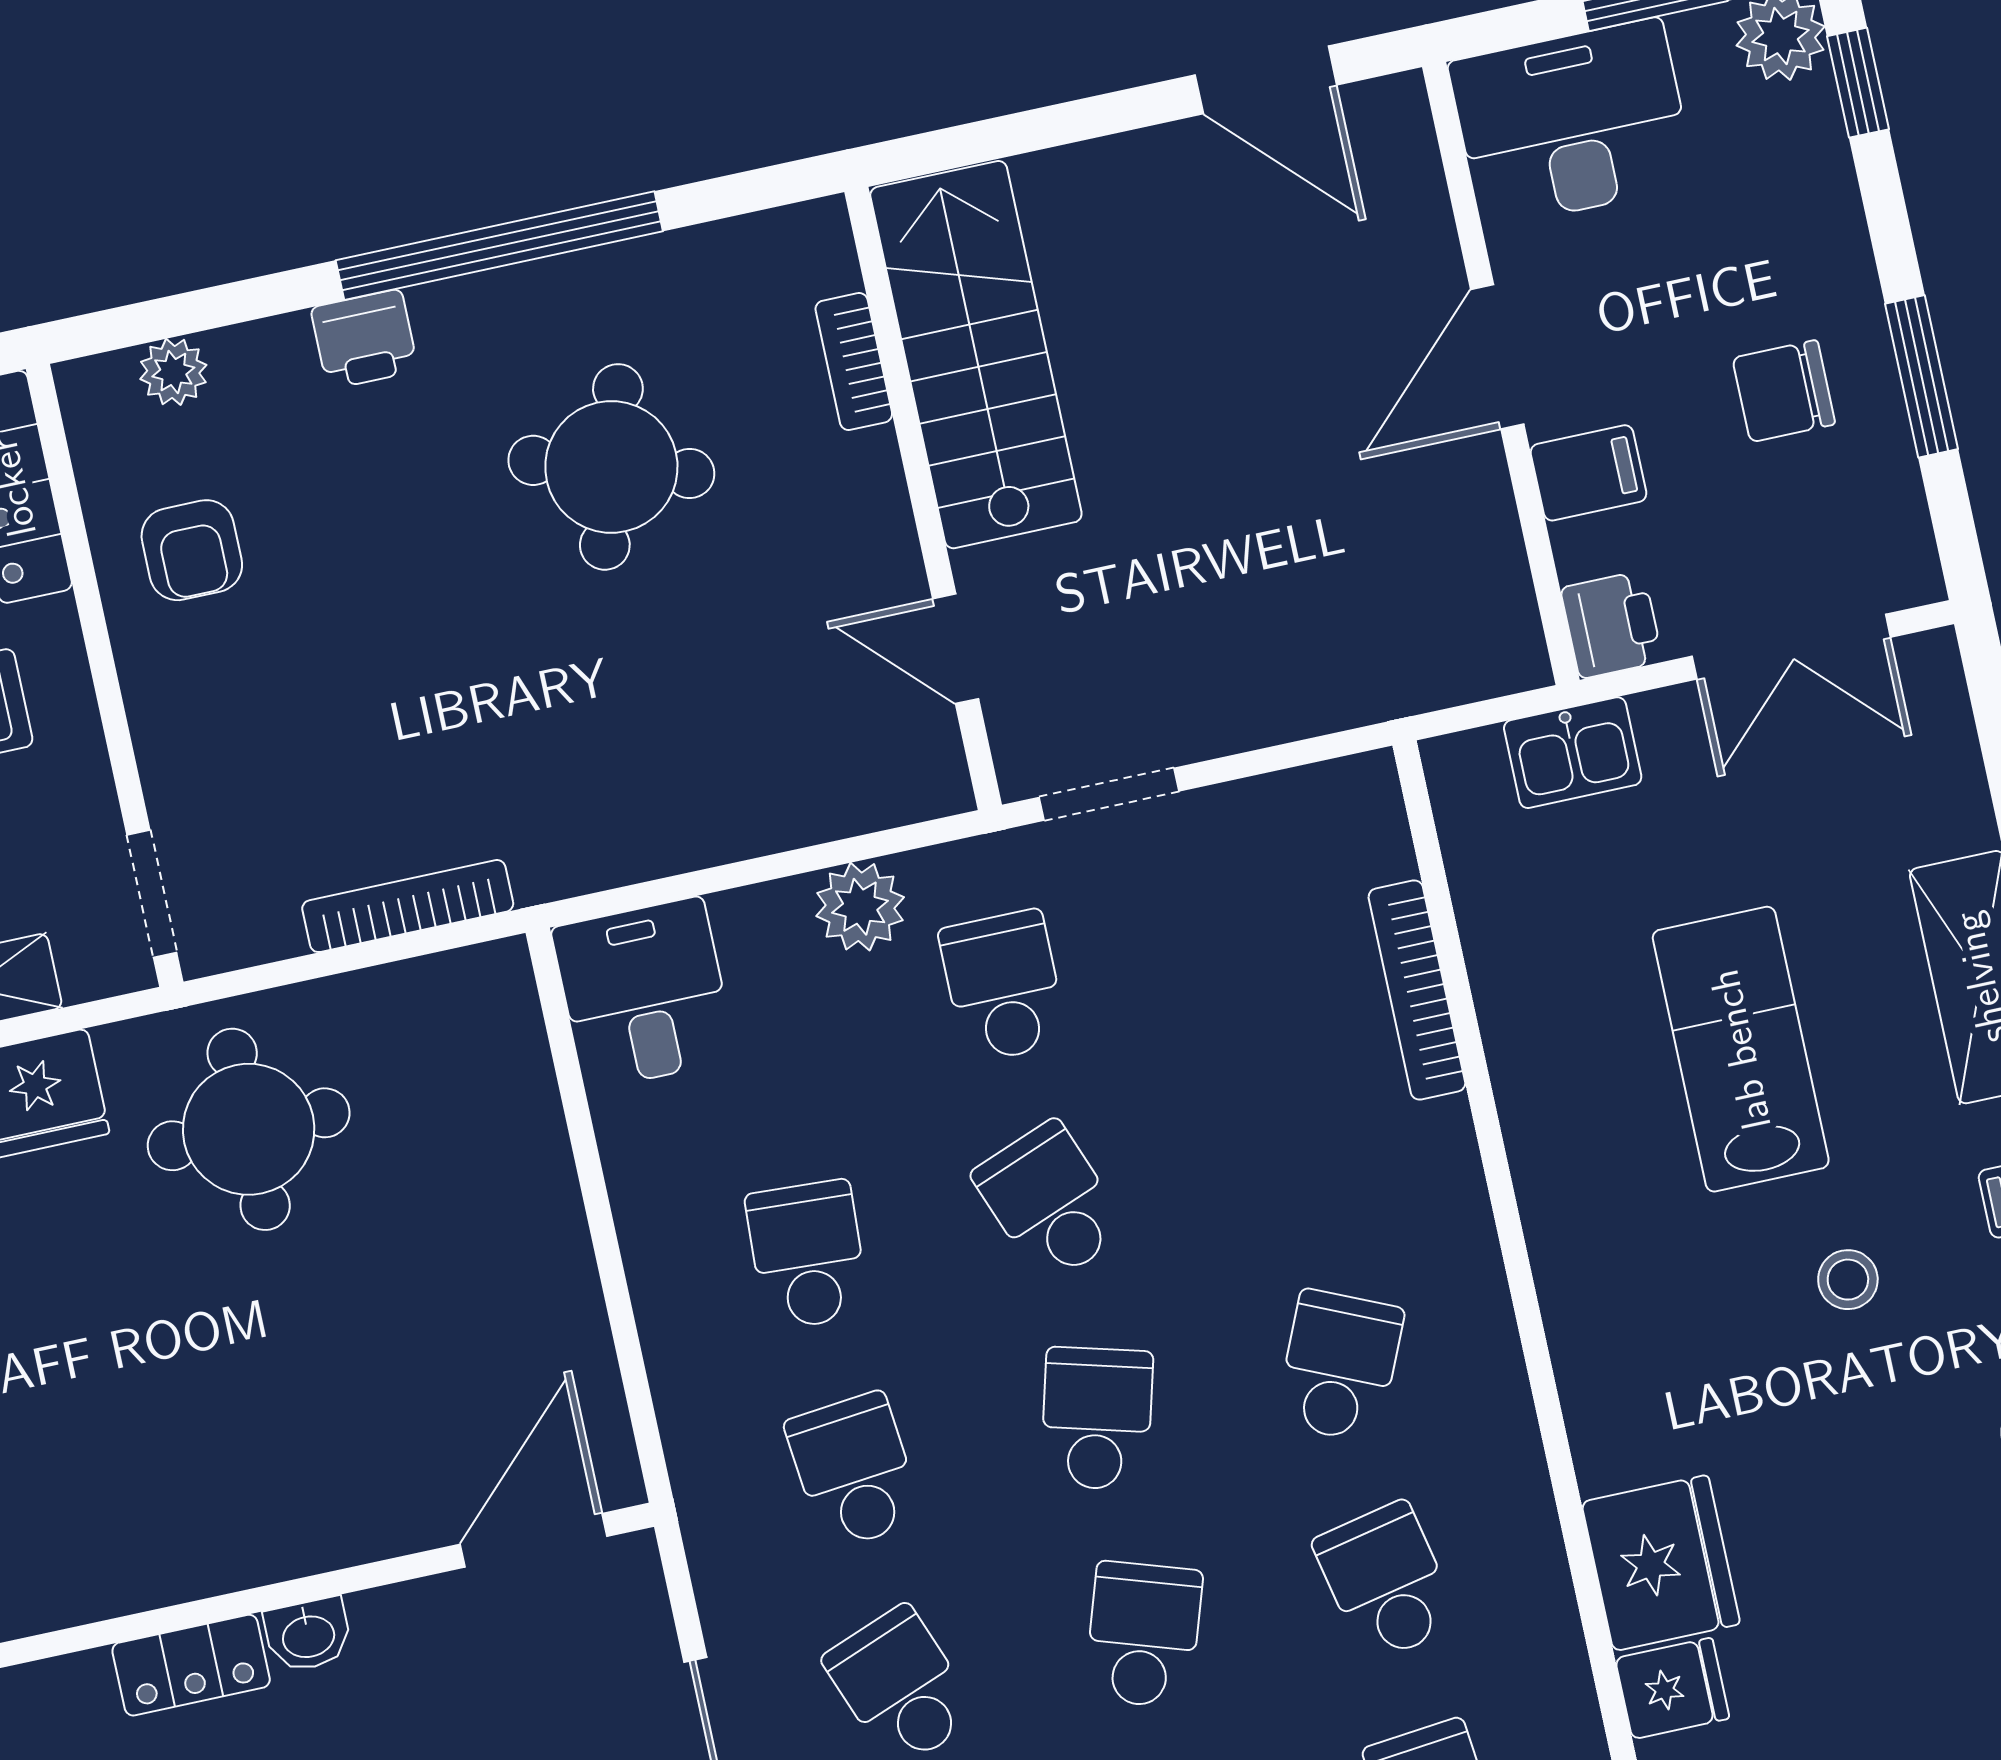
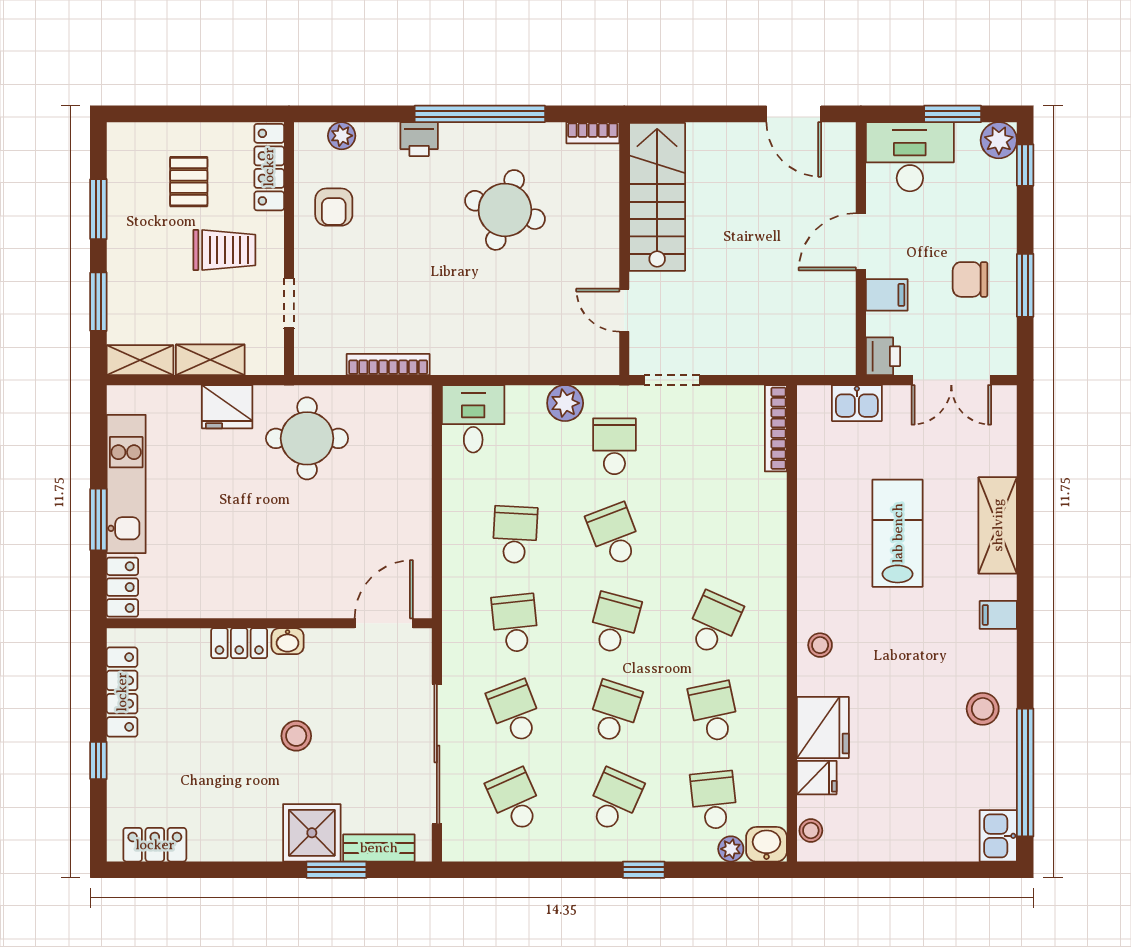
bookcase: (854, 362) -> (593, 133), moved, turned -90
doorway: (152, 894) -> (289, 303), moved
bookcase: (1417, 990) -> (776, 428), moved
stool: (1848, 1280) -> (820, 645), moved

